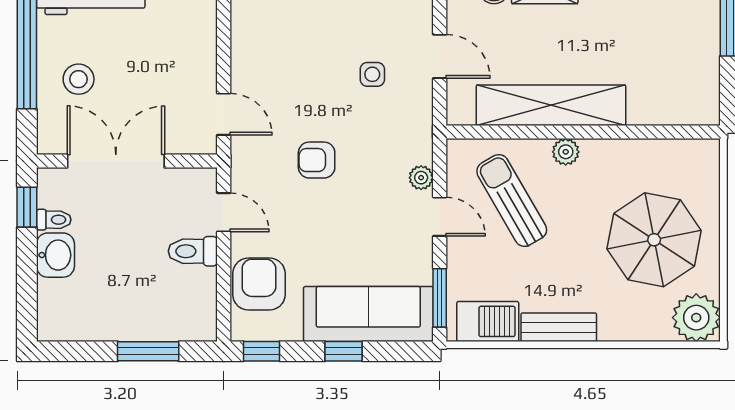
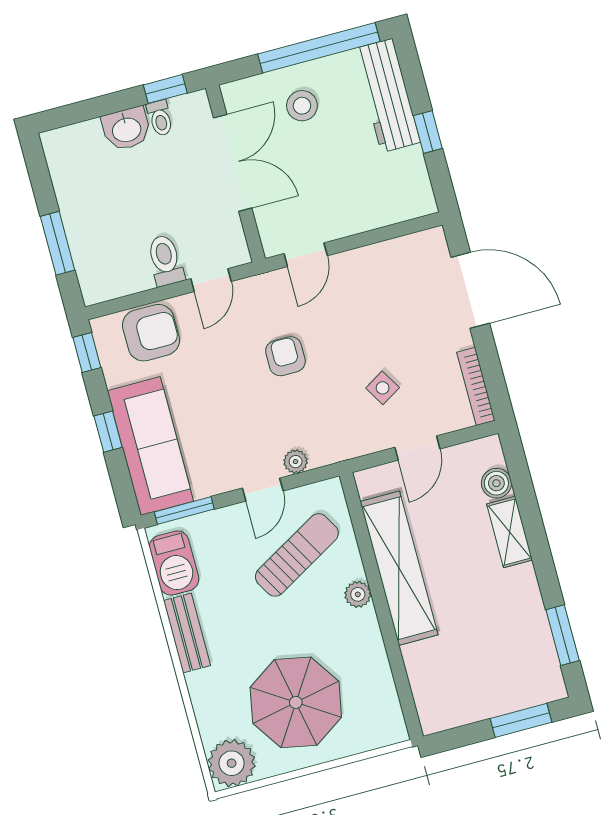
side table: (372, 74) -> (383, 388), turned -31

